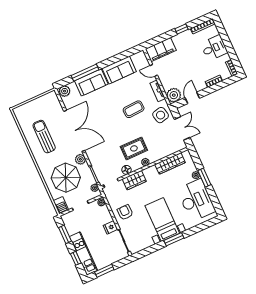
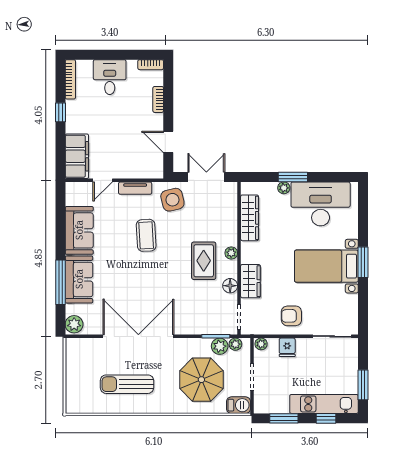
plant: (174, 95) -> (152, 167), removed
plant: (80, 159) -> (220, 346), moved
fridge: (110, 227) -> (287, 347), moved

